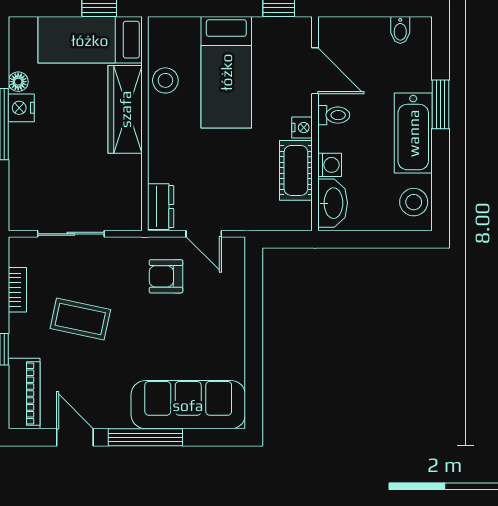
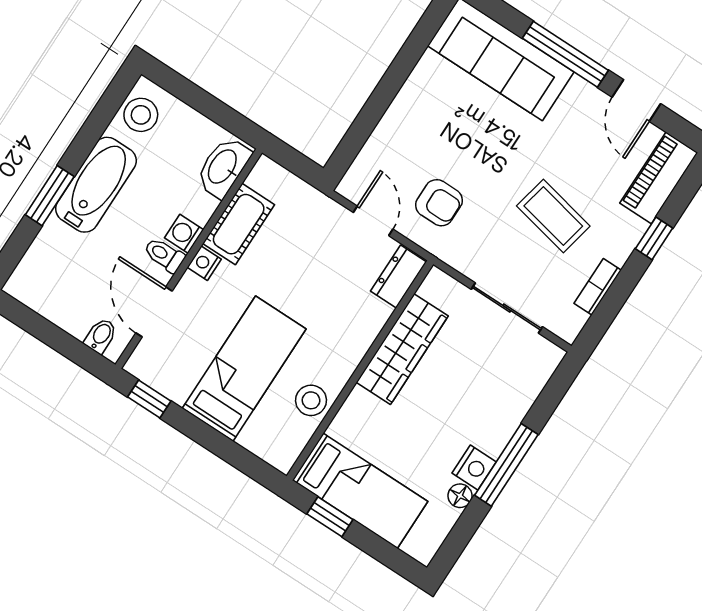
bidet: (400, 30) -> (101, 336), moved
wardrobe: (125, 109) -> (402, 349), moved
washing machine: (330, 165) -> (184, 234), moved

